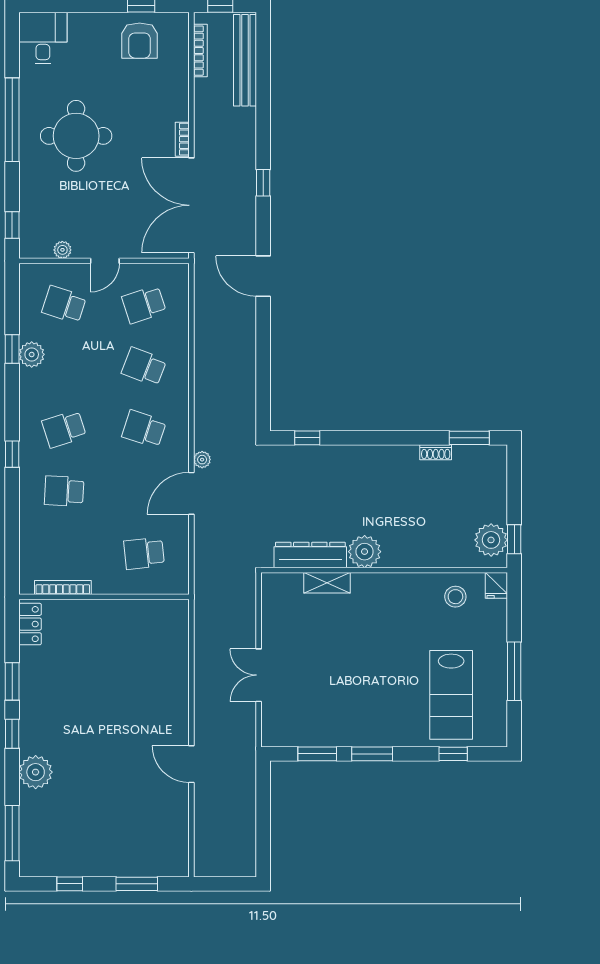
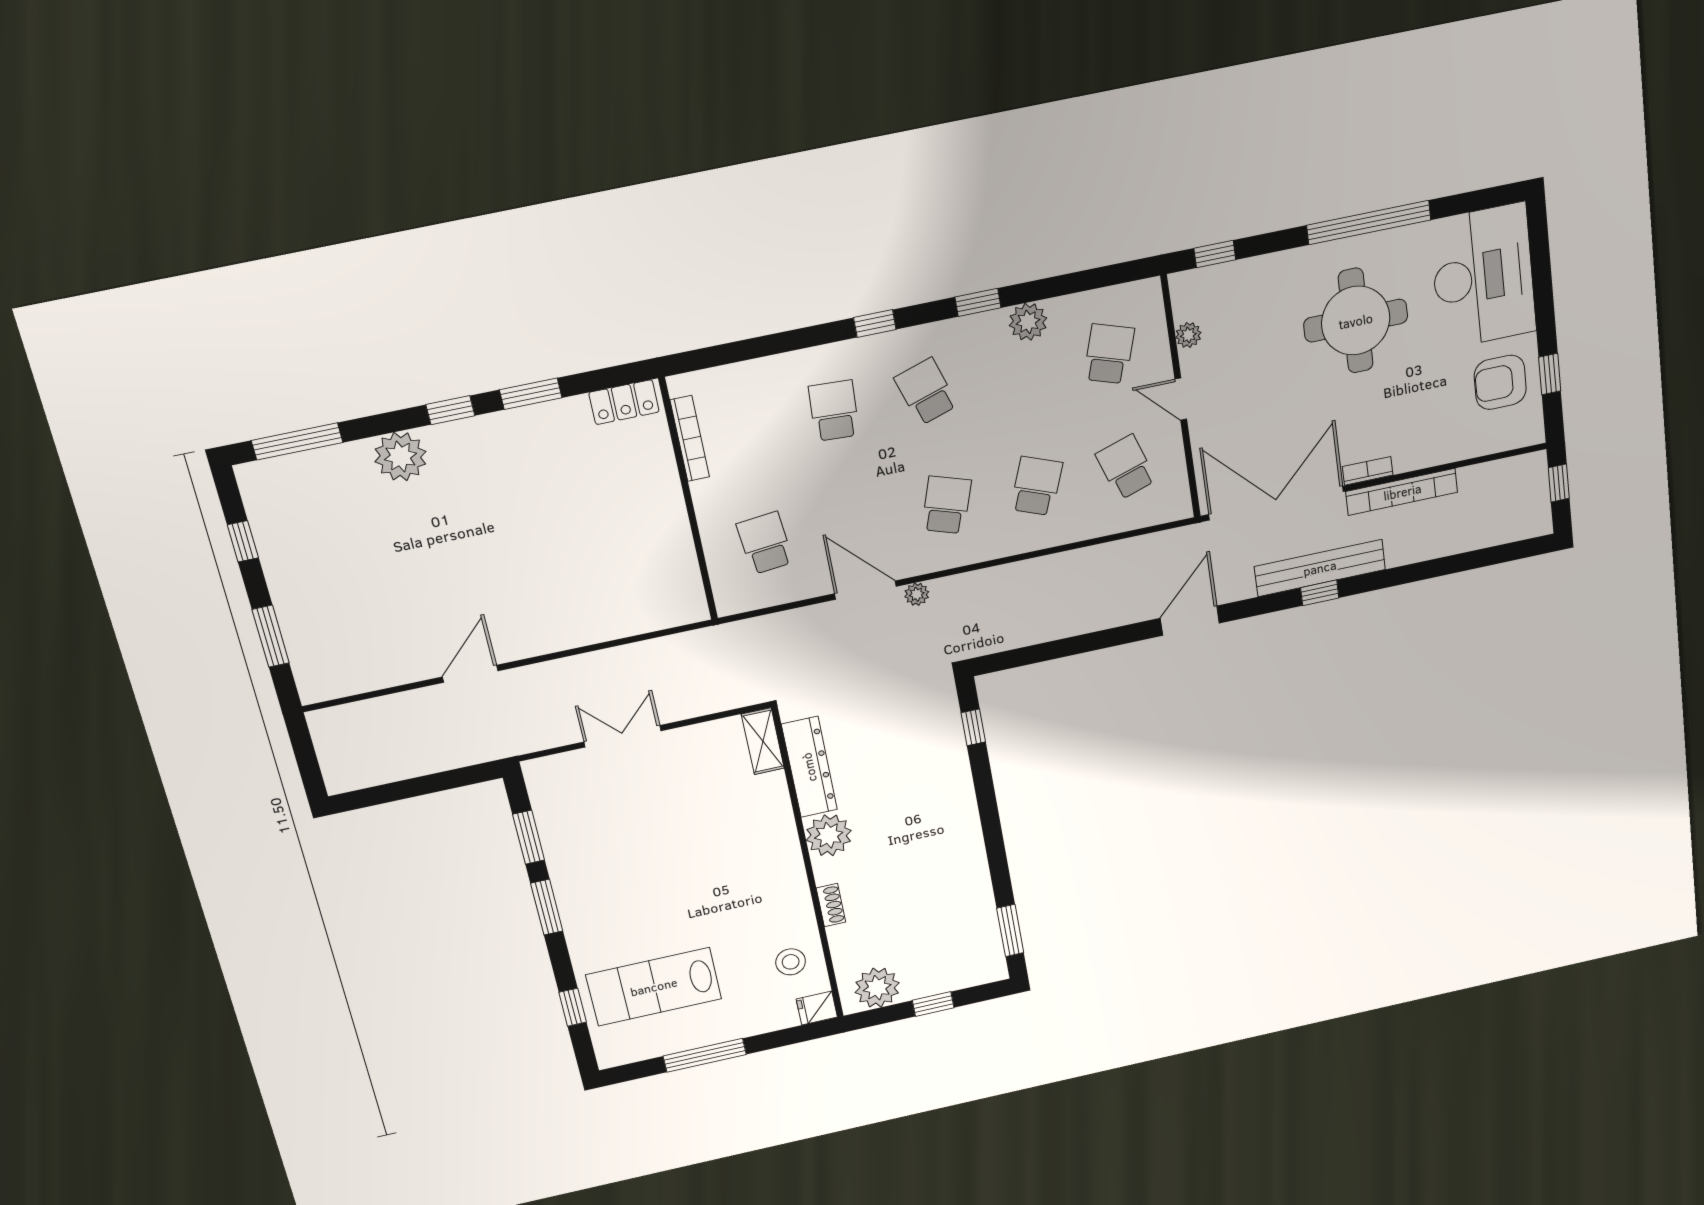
desk: (43, 38) -> (1483, 276), width x1.87, depth x1.30
bookcase: (200, 51) -> (1402, 492), moved, width x1.48, depth x1.31
bench: (245, 60) -> (1320, 568), moved
window: (12, 349) -> (978, 302), moved
shoe rack: (436, 452) -> (831, 905), moved, turned 180
window: (514, 539) -> (933, 1004), moved
shelving: (327, 583) -> (763, 741), moved

